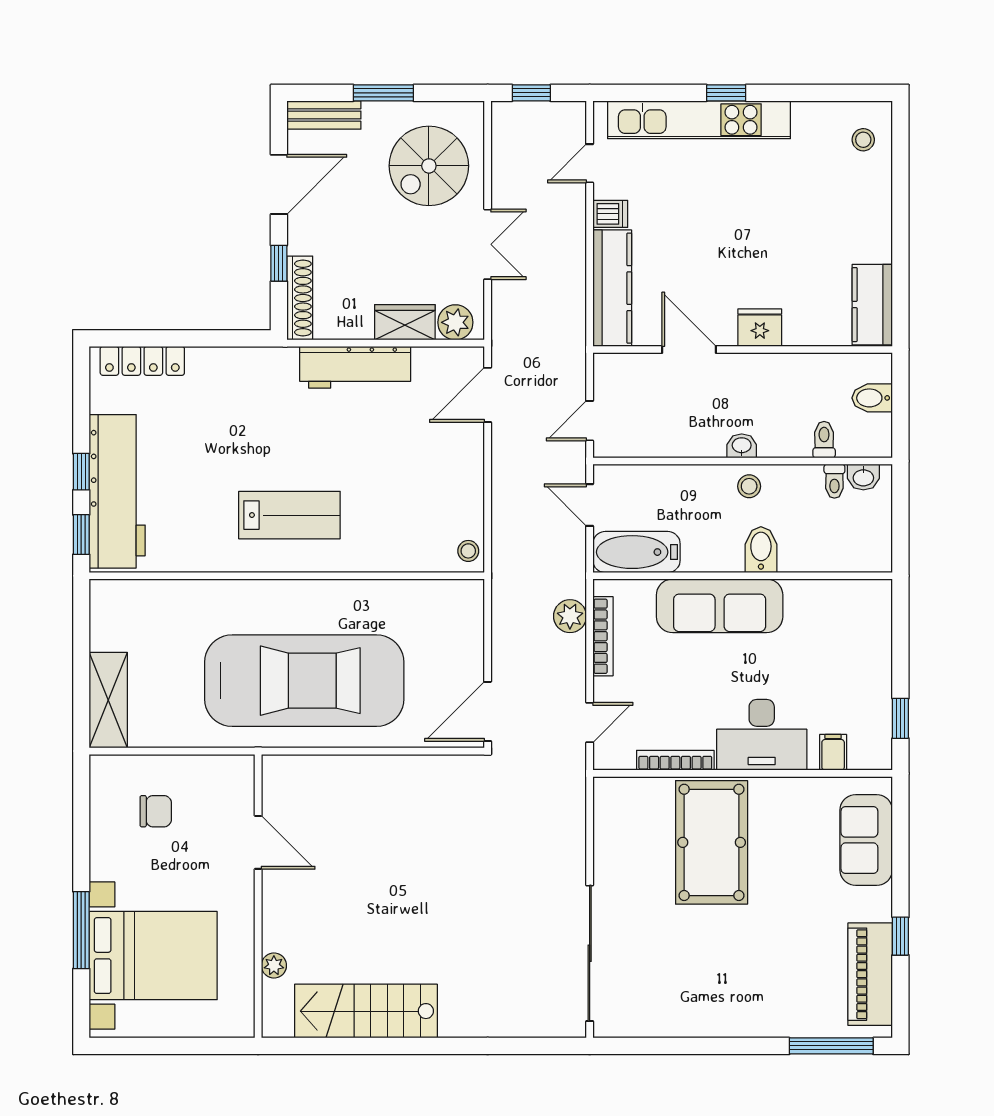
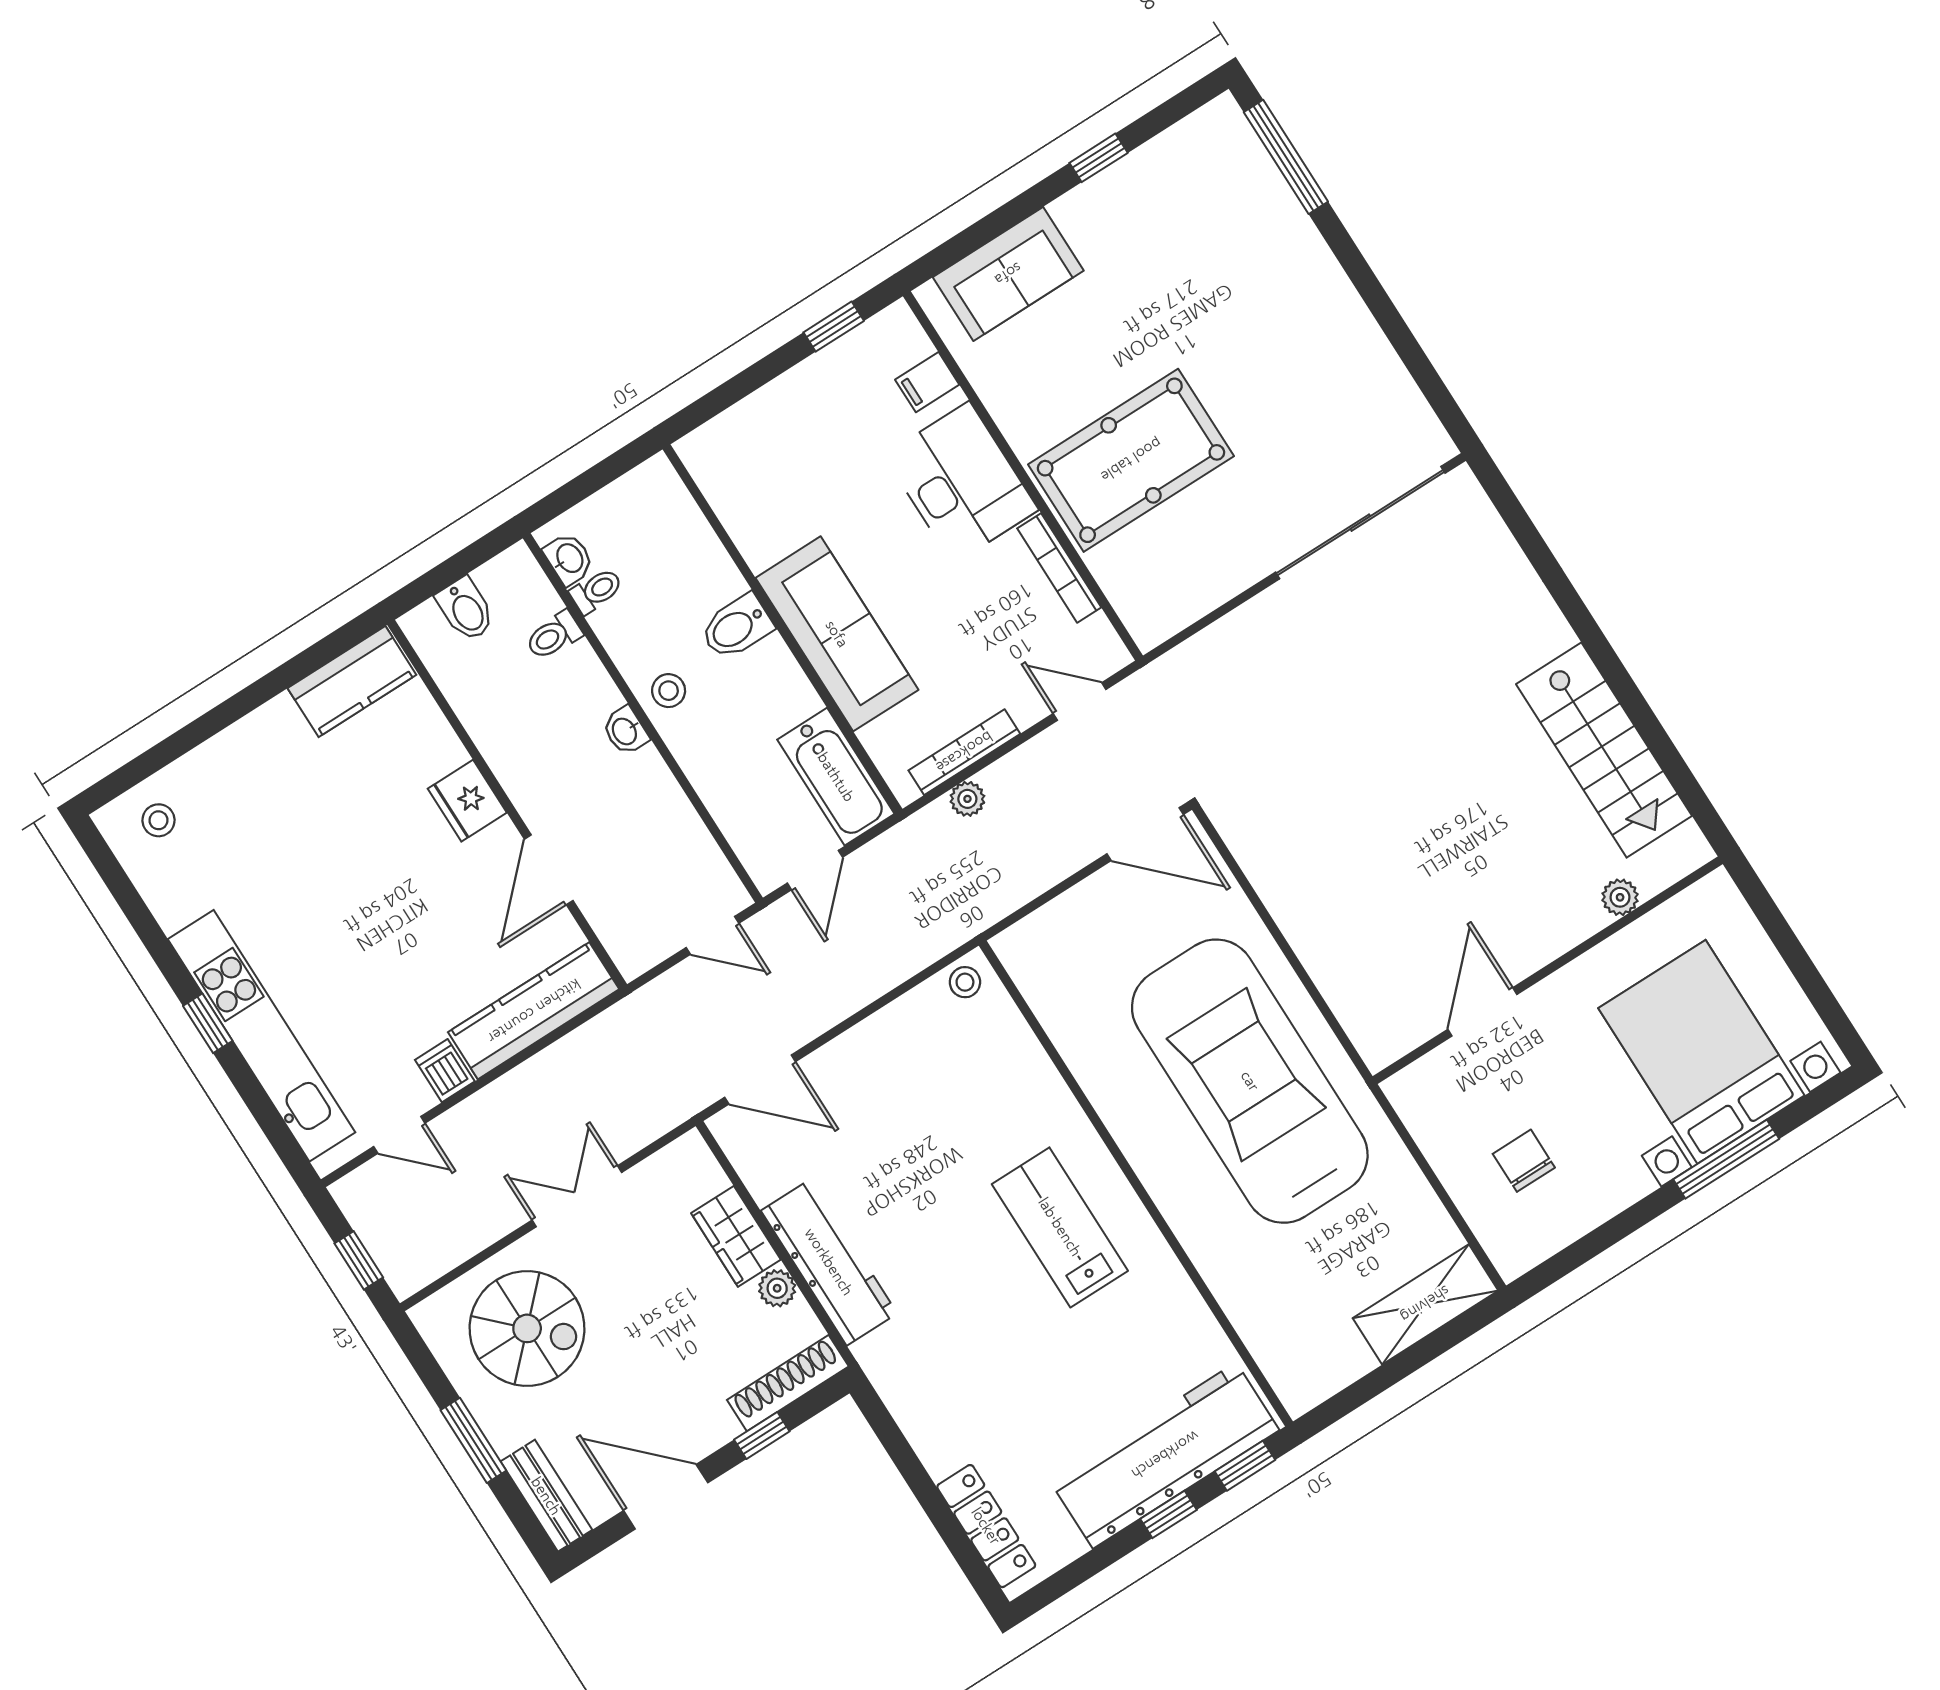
plant: (455, 322) -> (777, 1288), moved, width x0.73, depth x0.73
plant: (570, 616) -> (967, 799), width x0.73, depth x0.73
piano: (870, 974) -> (1168, 165), removed

